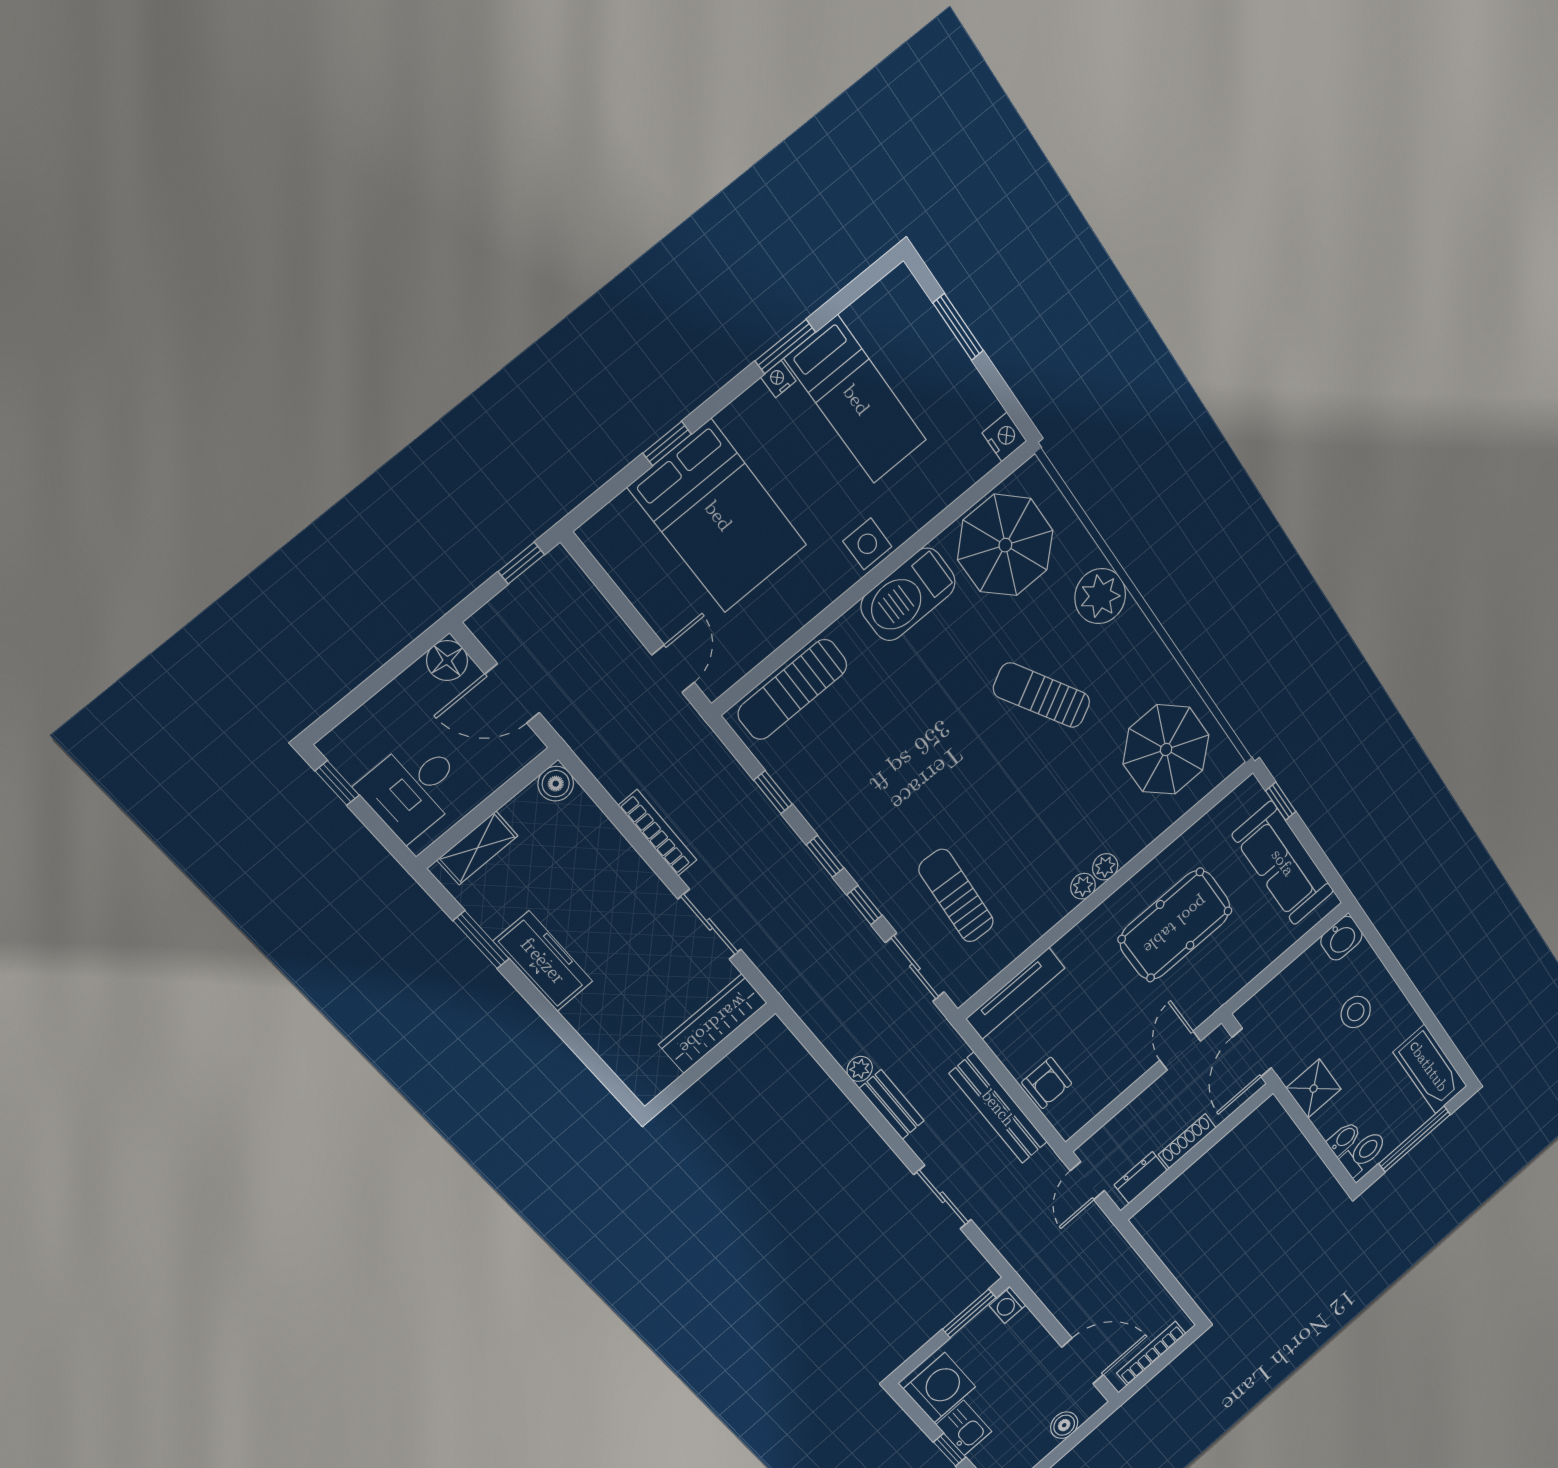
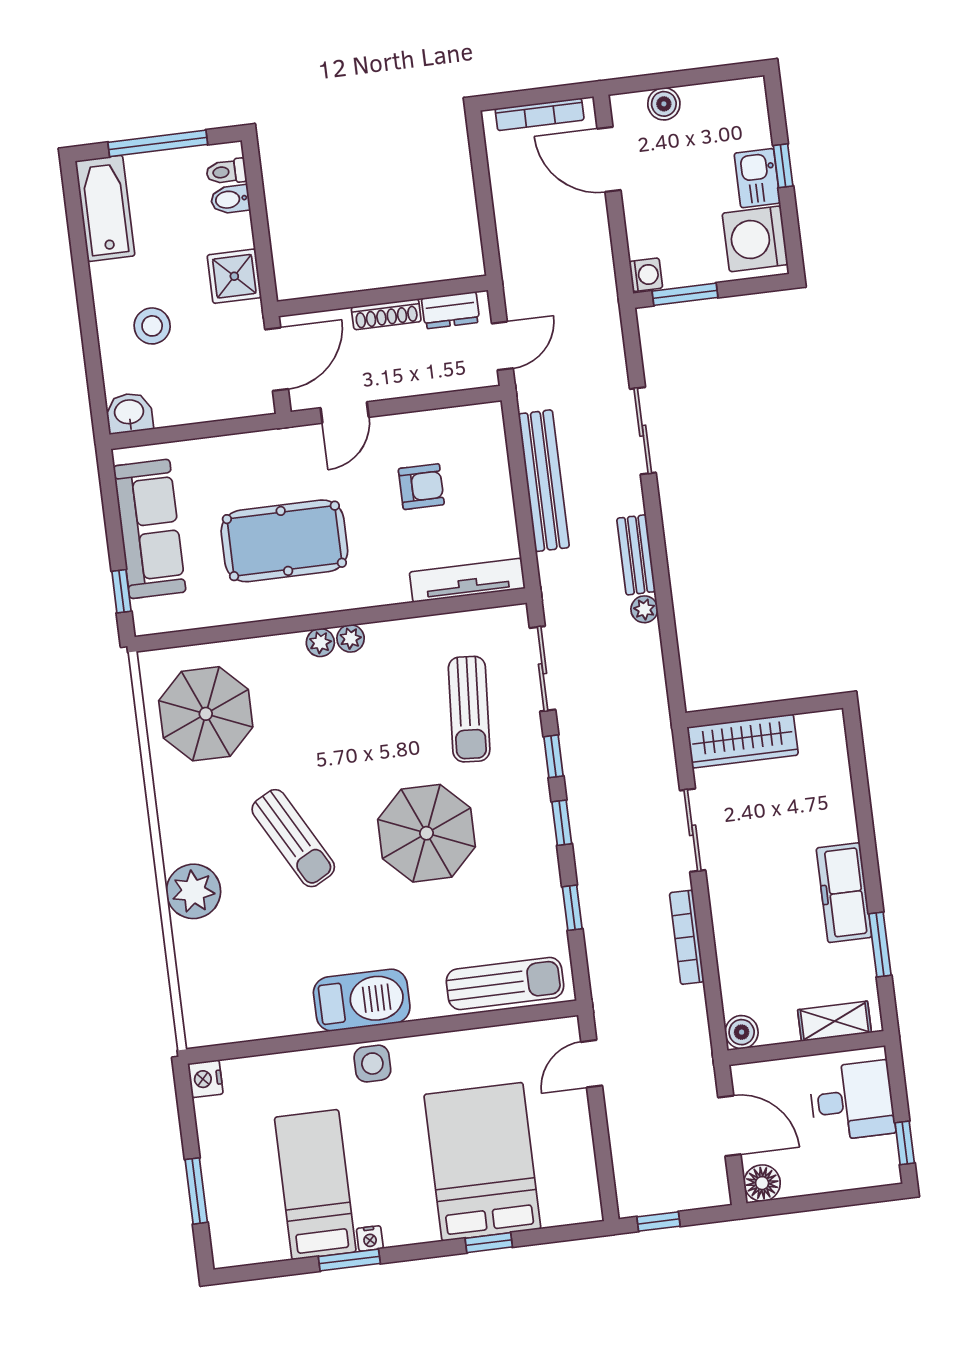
parasol: (1005, 545) -> (427, 833), moved
armchair: (1047, 1083) -> (421, 487), moved, turned 90
toilet: (1363, 1153) -> (226, 172), width x0.73, depth x0.72

